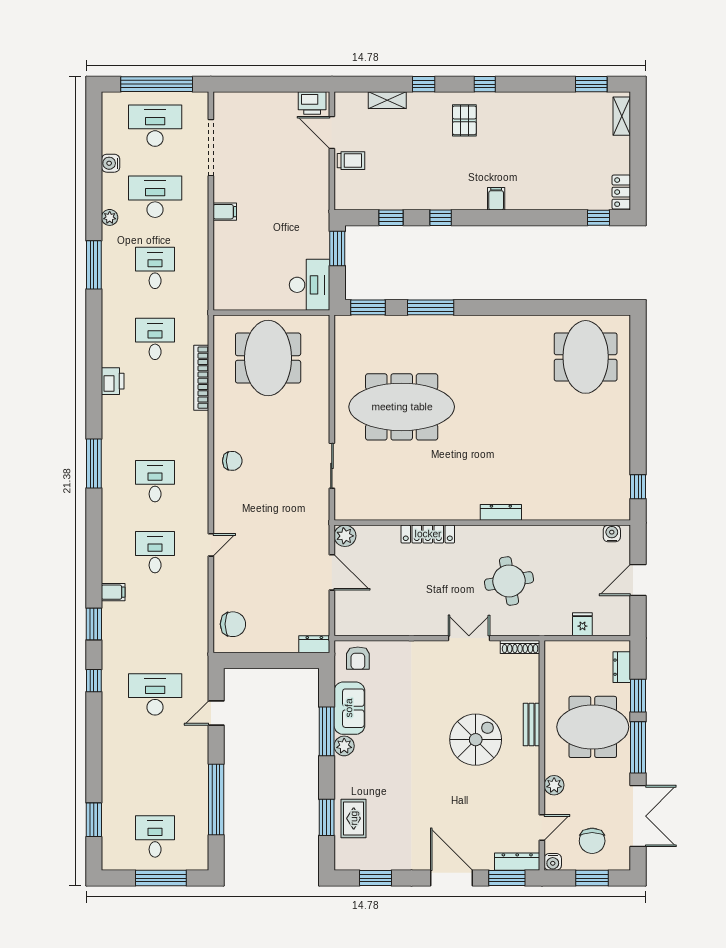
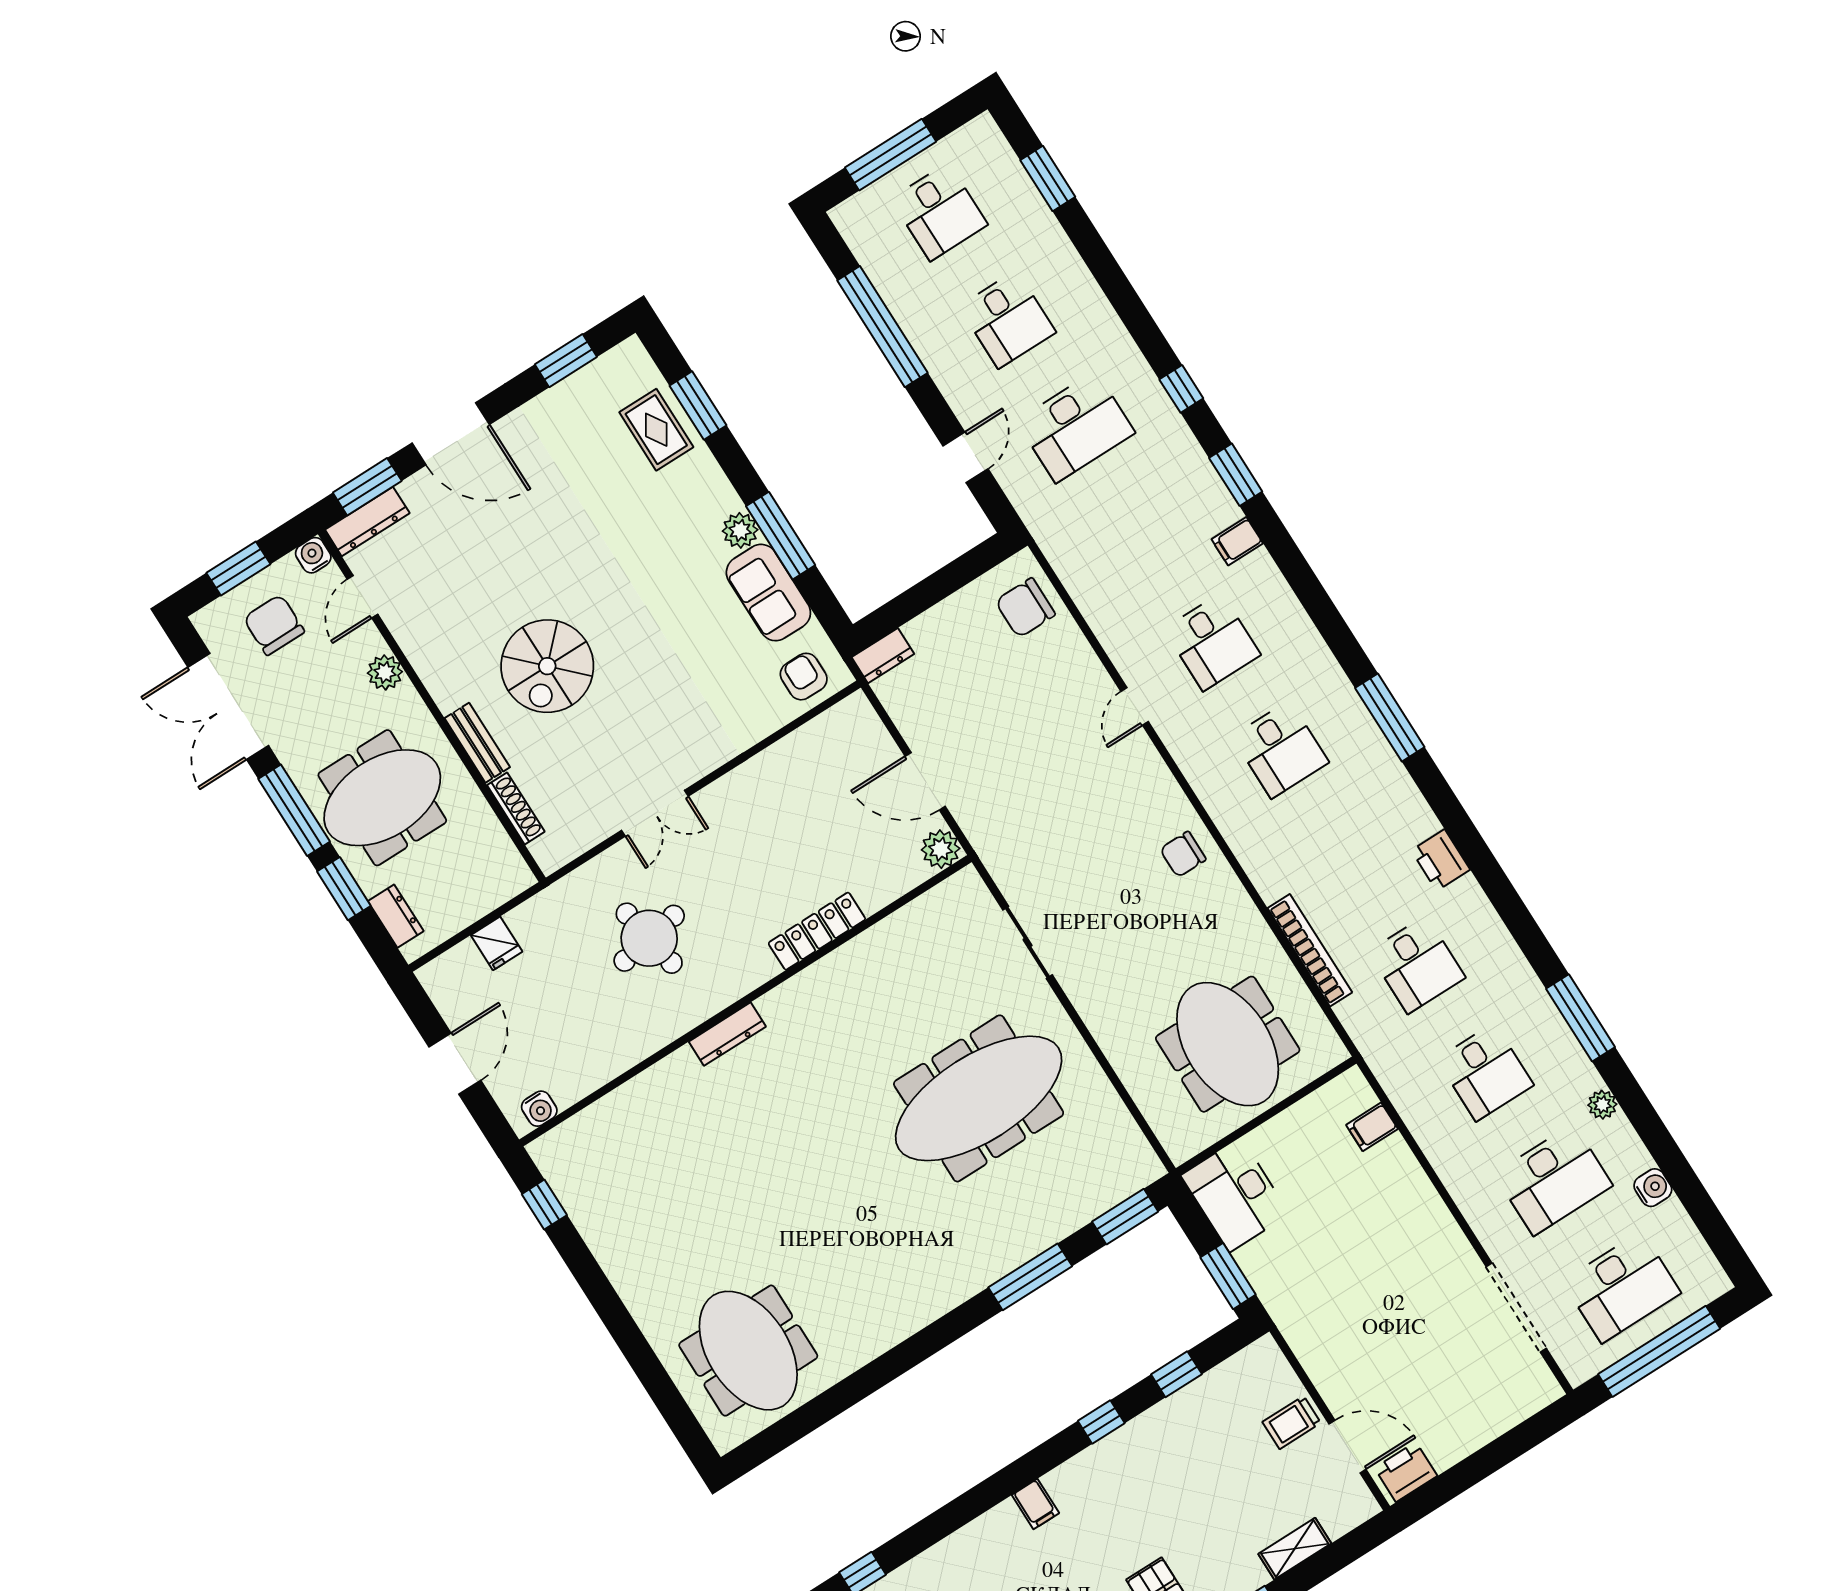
filing cabinet: (225, 212) -> (1372, 1127), moved
shoe rack: (520, 647) -> (516, 808), moved, turned 90
desk: (155, 765) -> (1007, 319), added

